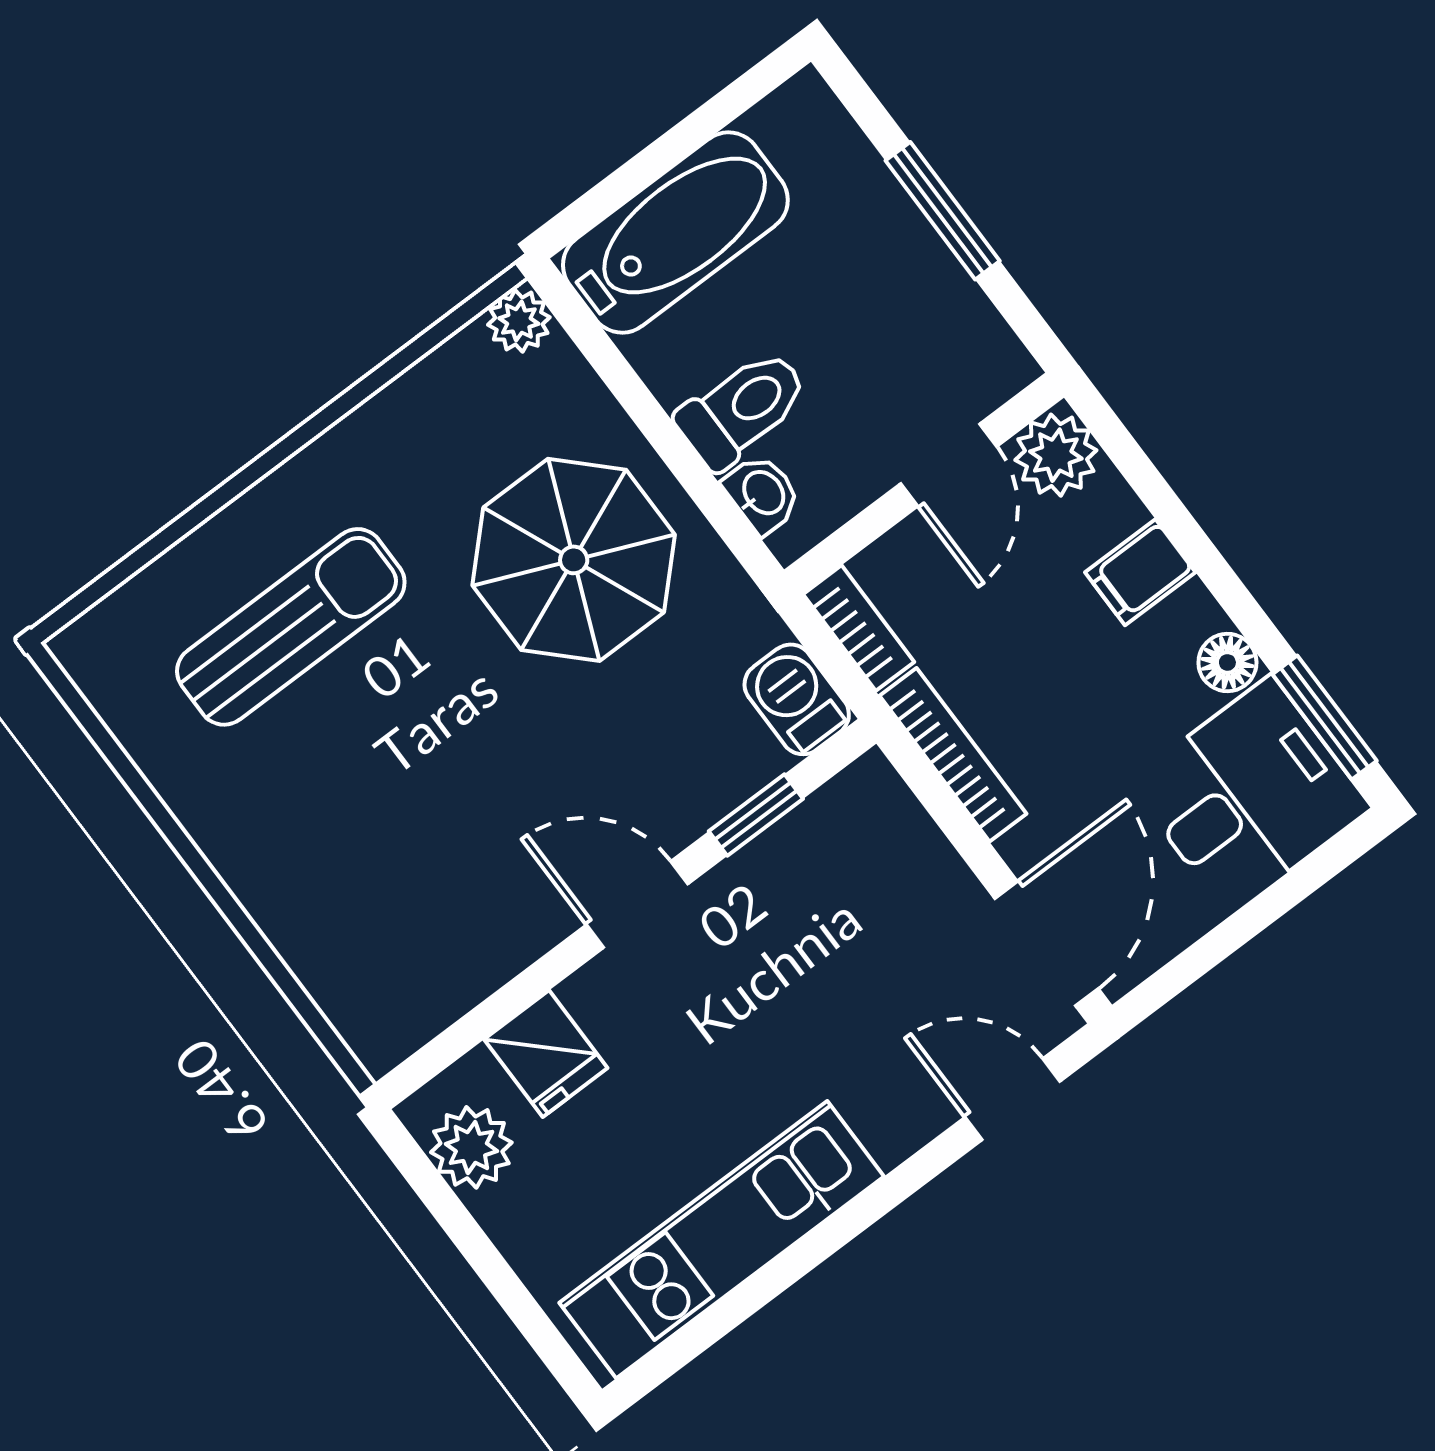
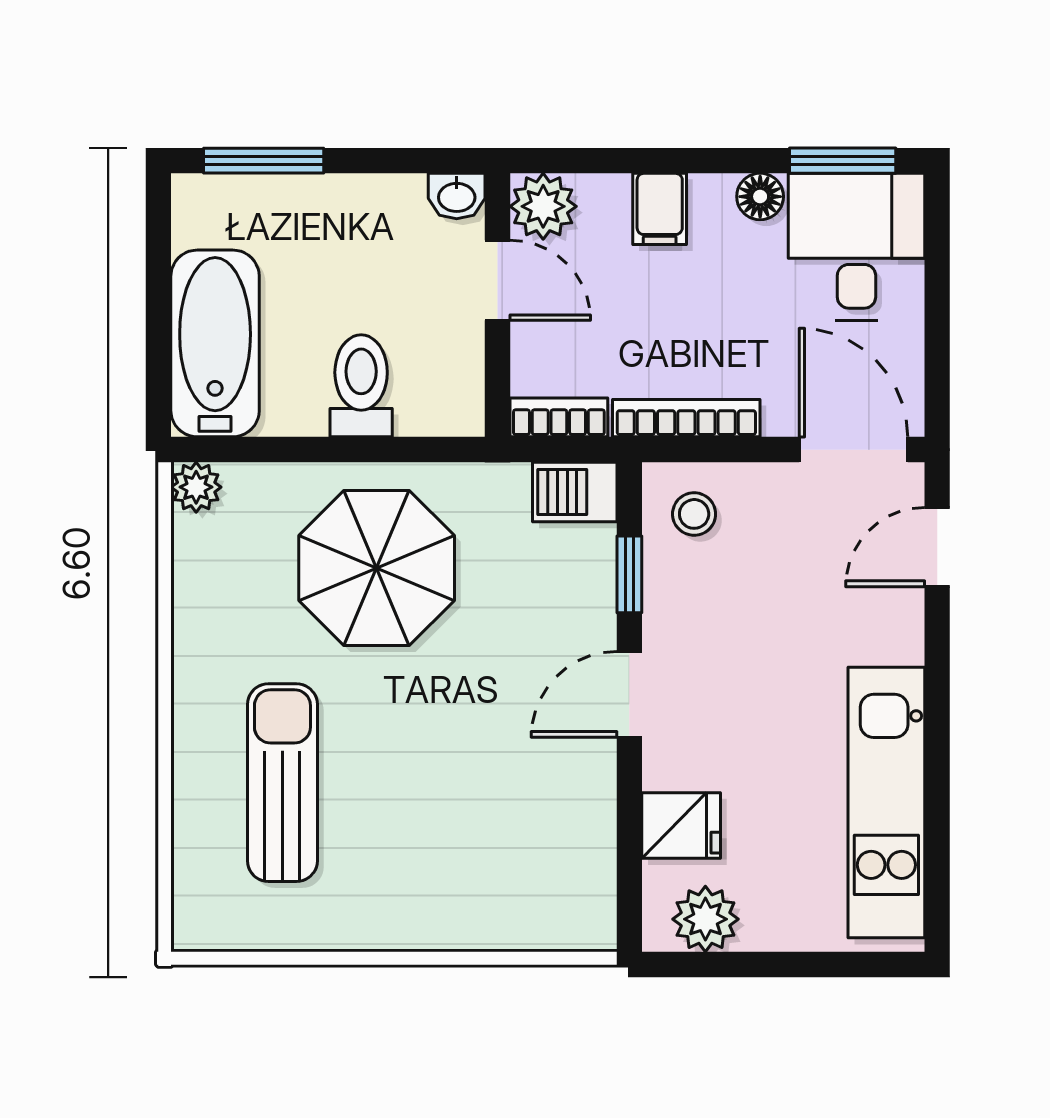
window: (943, 211) -> (264, 161), moved
washbasin: (762, 494) -> (457, 196), moved, turned 180
stool: (864, 834) -> (694, 514), added

